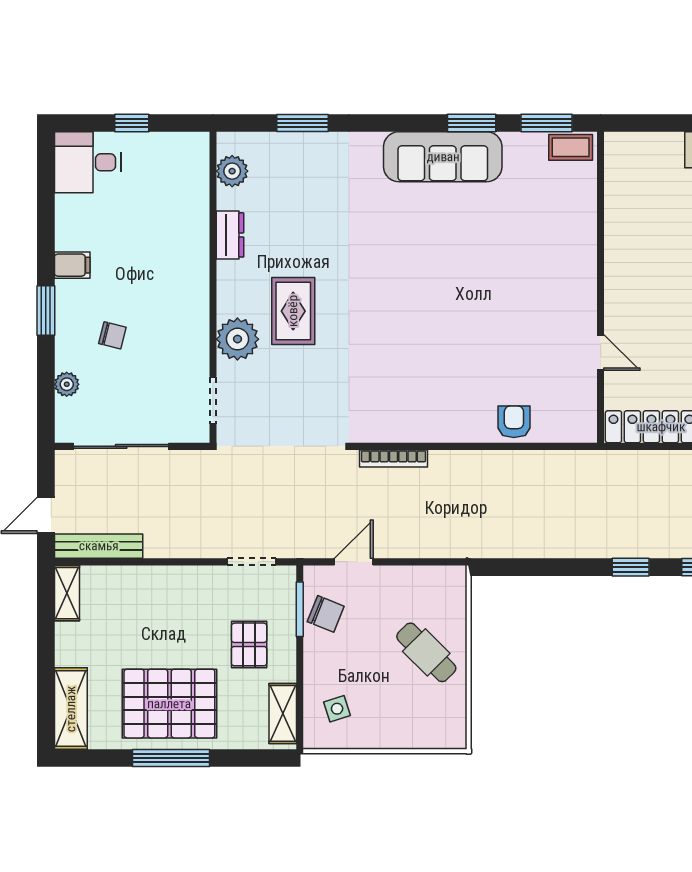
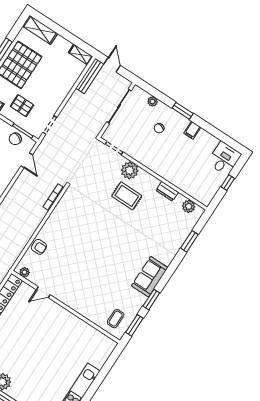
coffee table: (571, 147) -> (116, 319), moved
sofa: (443, 157) -> (150, 277), width x0.73
plant: (585, 417) -> (25, 272), added

